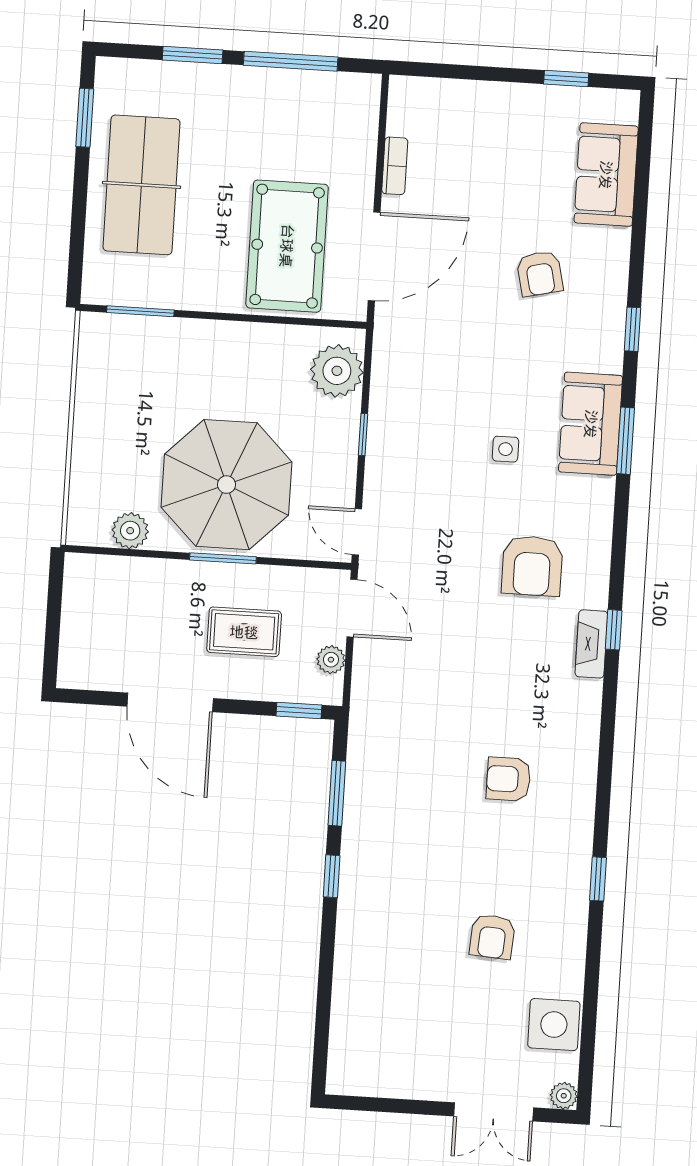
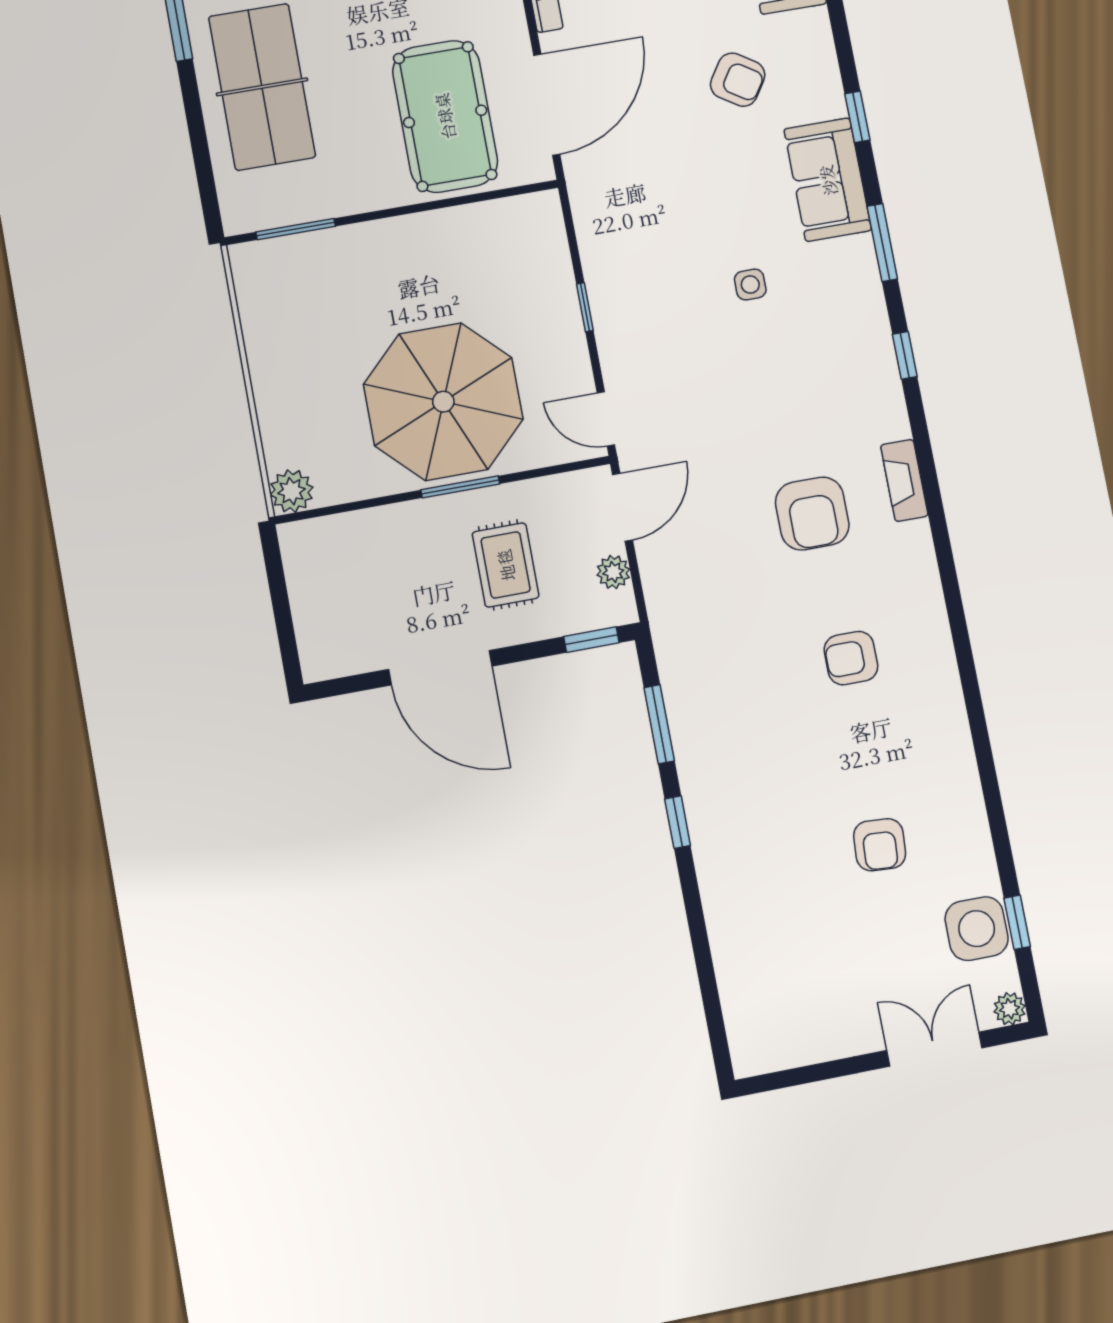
armchair: (540, 273) -> (738, 80), turned -44
plant: (337, 371) -> (537, 243), removed
sofa: (591, 424) -> (828, 180), moved
plant: (130, 531) -> (292, 491), moved
armchair: (532, 566) -> (812, 514), moved
door: (352, 608) -> (623, 507), hinge flipped
window: (614, 630) -> (905, 355), moved
rug: (244, 632) -> (506, 565), turned 90
window: (598, 879) -> (1017, 922), moved
double door: (494, 1112) -> (934, 1049), swing flipped

